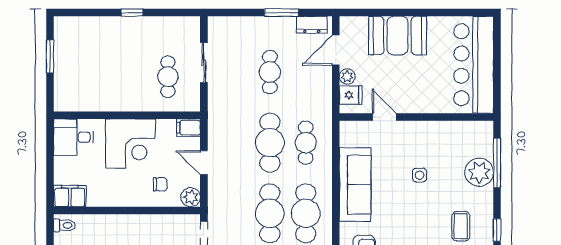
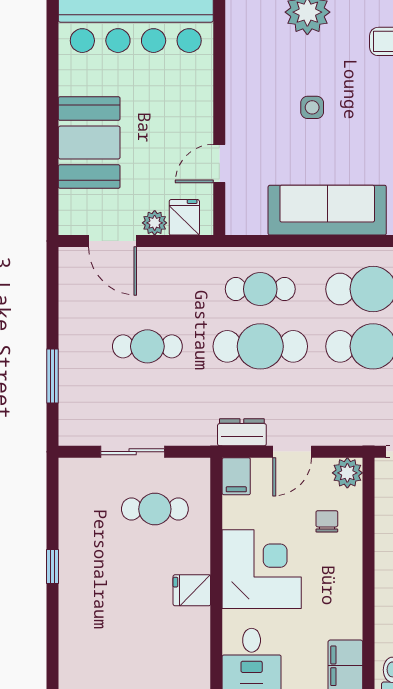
window: (282, 13) -> (53, 376), moved
dresser: (312, 25) -> (242, 432), moved, turned -90
fridge: (117, 100) -> (192, 590), added

